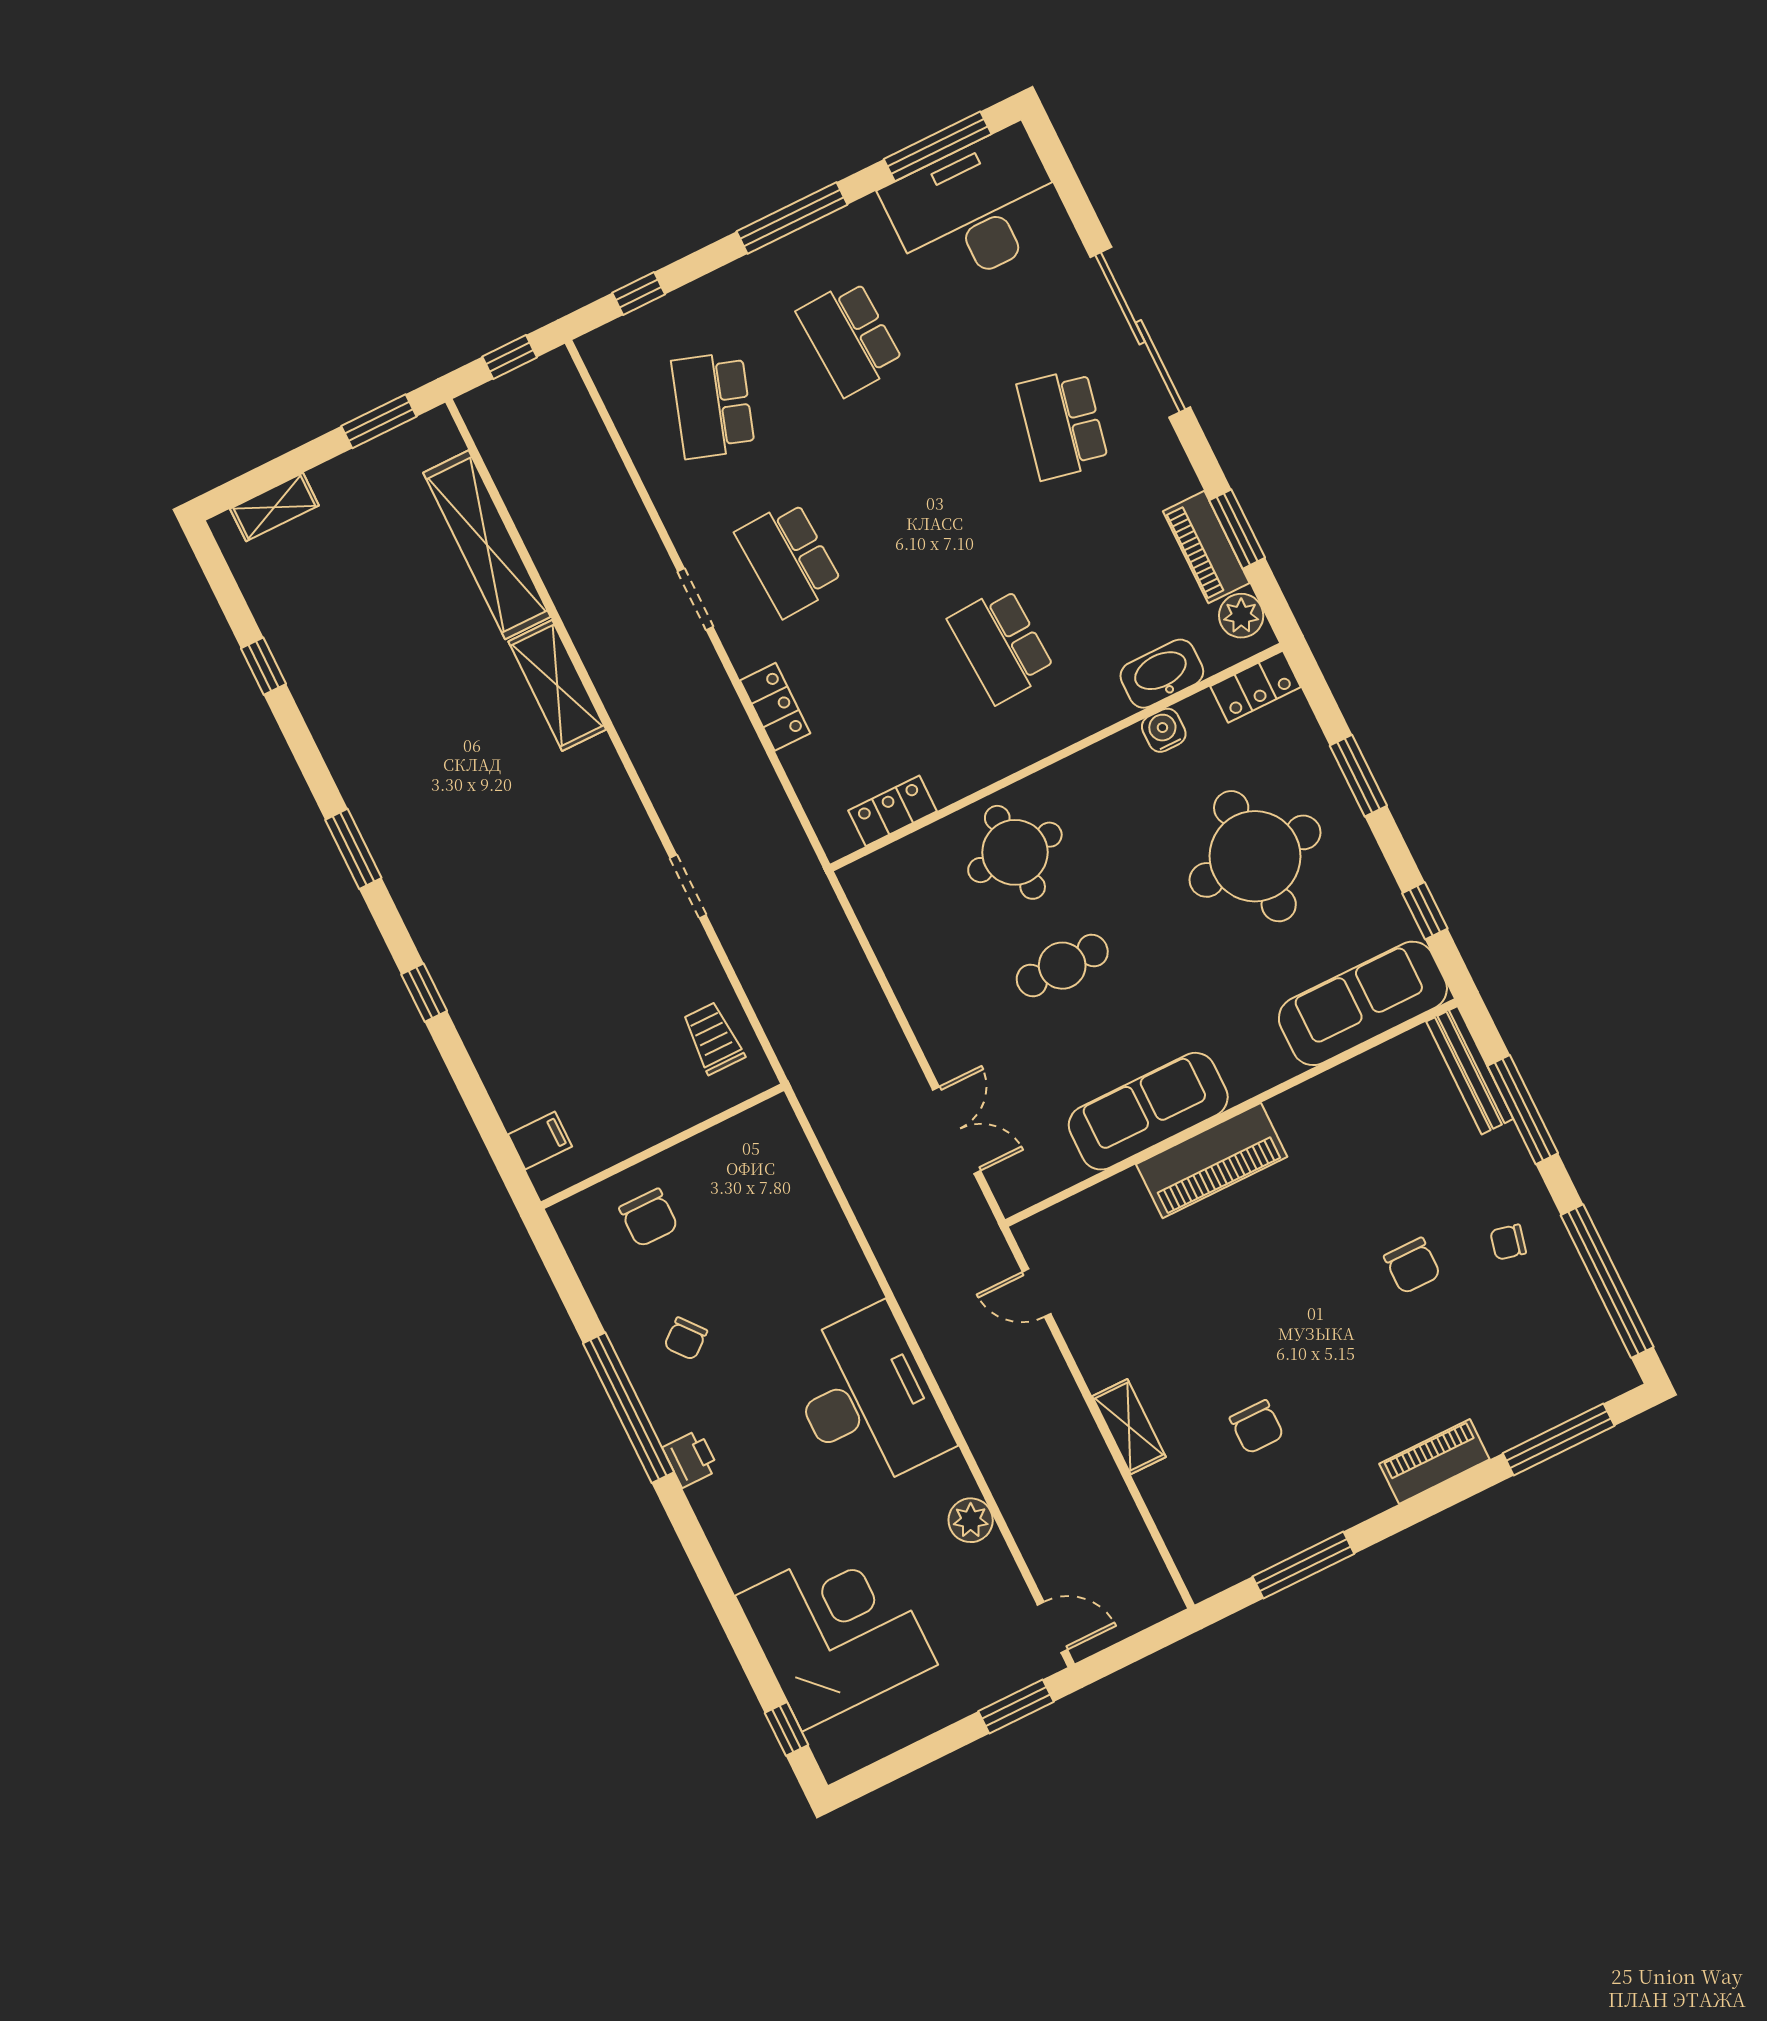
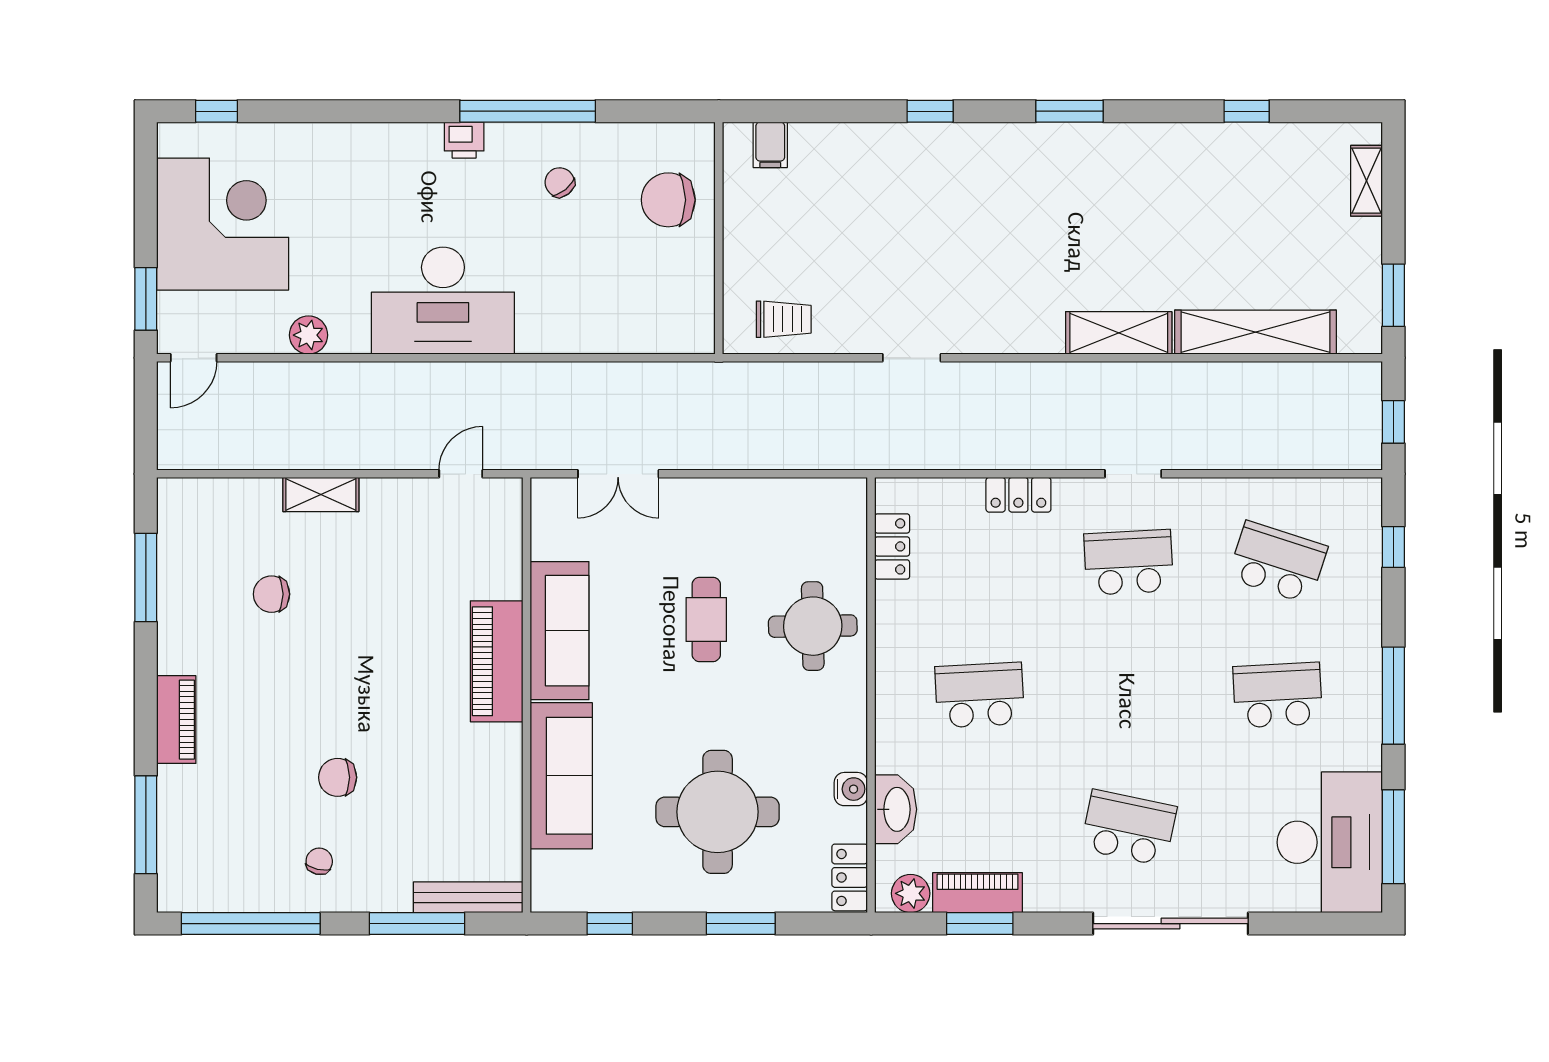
sofa: (1363, 1003) -> (561, 776), moved
chair: (649, 1218) -> (668, 200), width x1.37, depth x1.37
corner desk: (836, 1630) -> (223, 224), moved, turned -90

